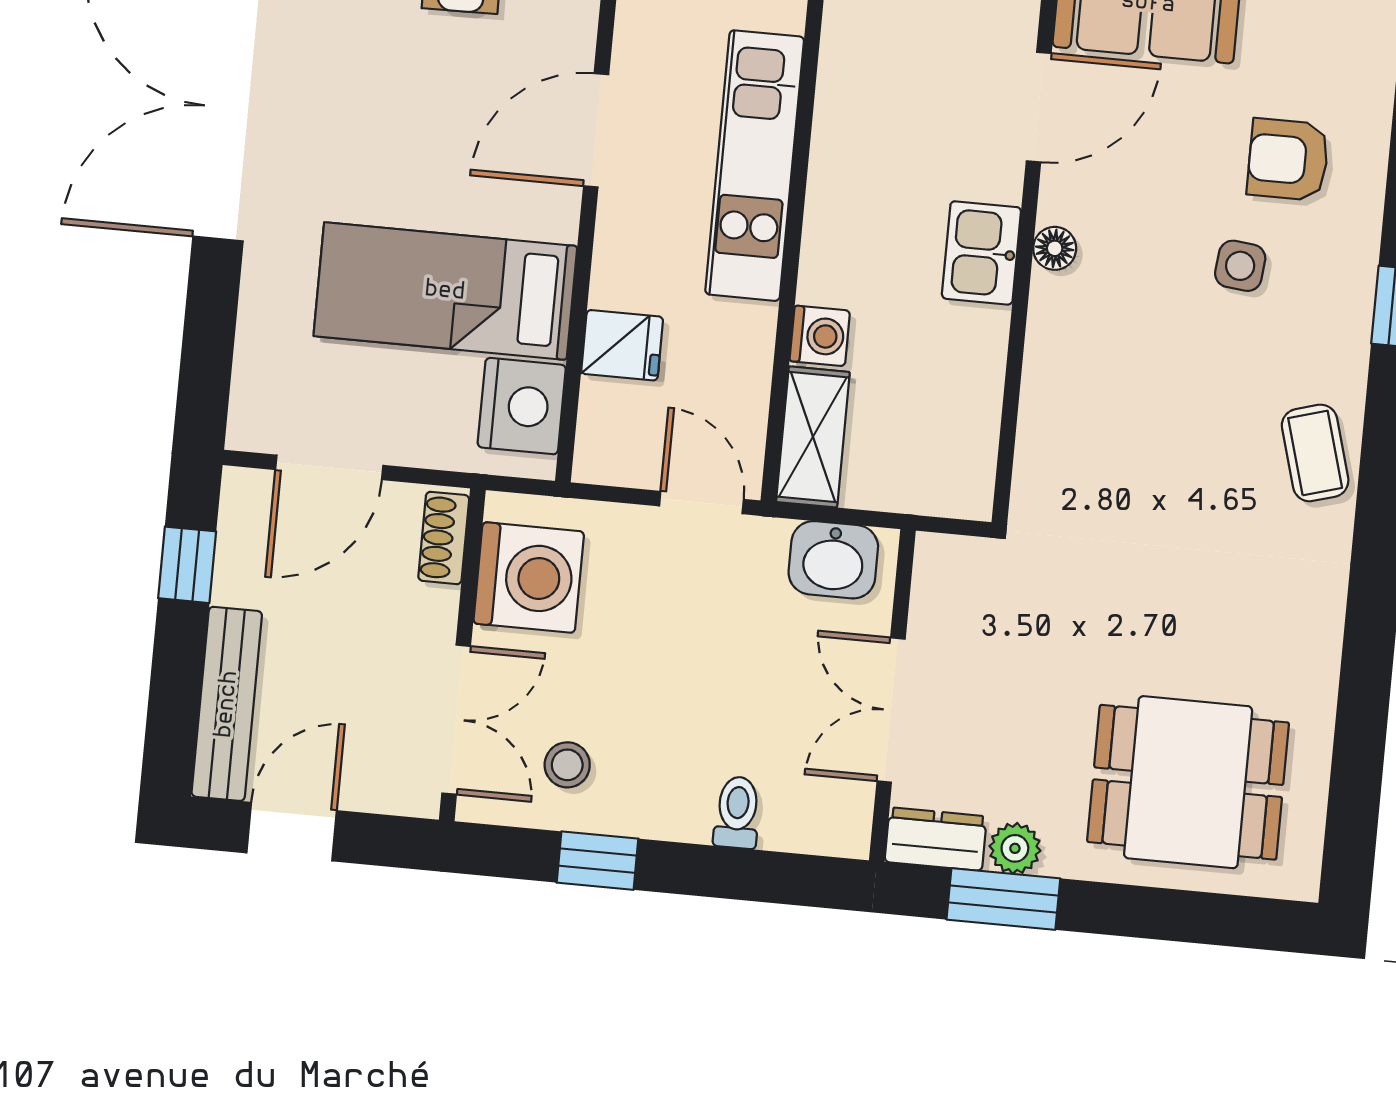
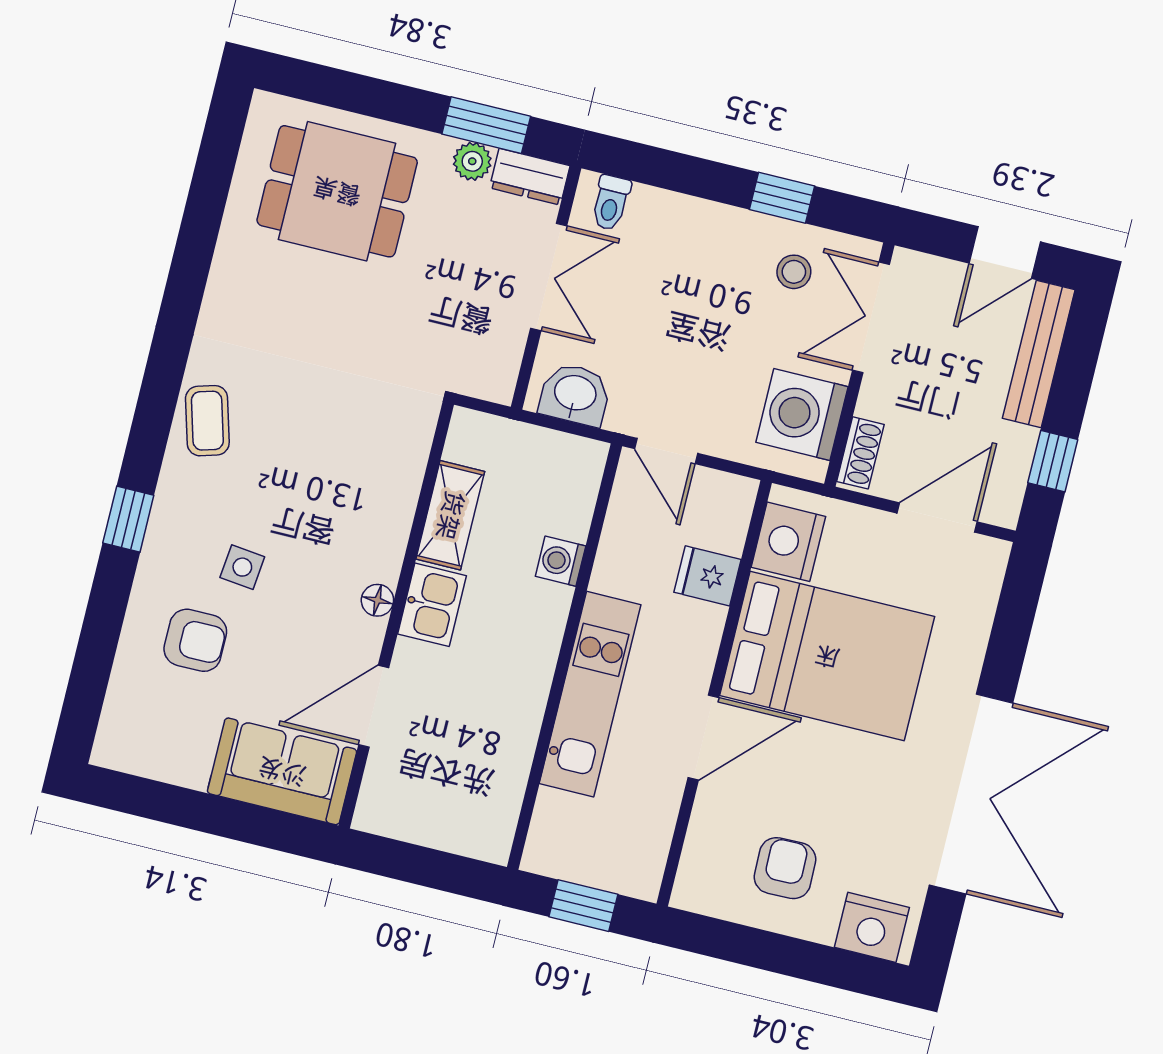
bed: (445, 291) -> (827, 656), width x1.50
shelving: (813, 437) -> (450, 515), moved
toilet: (737, 812) -> (611, 203), moved

